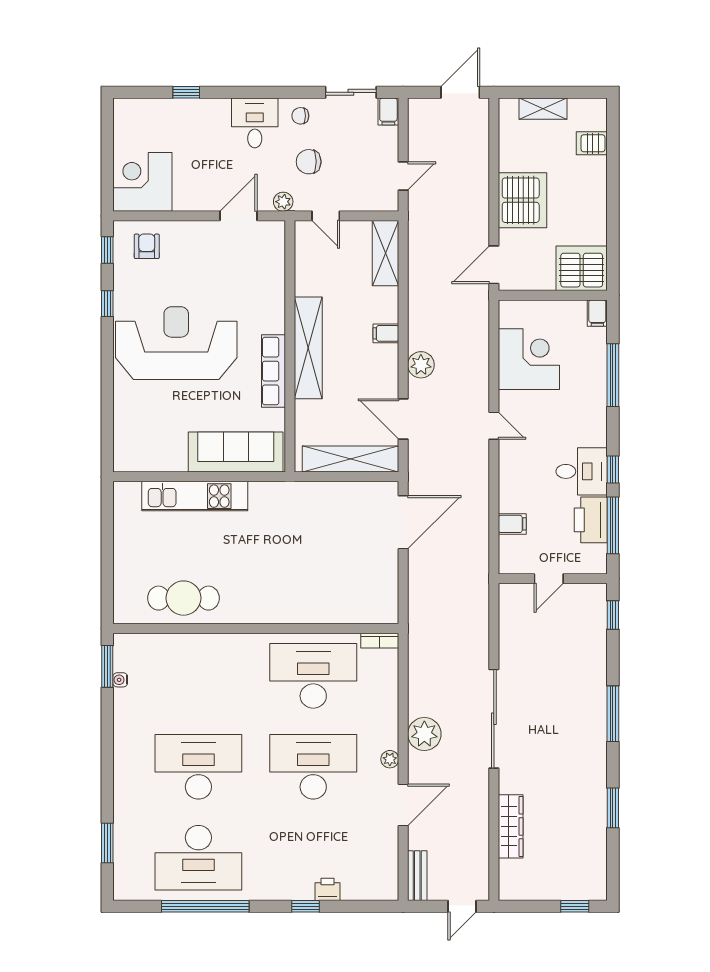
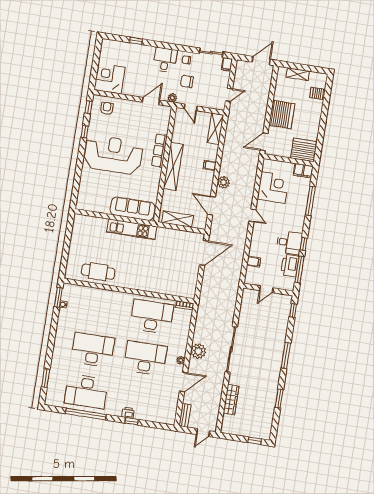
filing cabinet: (597, 313) -> (303, 171), width x2.00
row of seats: (273, 371) -> (159, 151), moved
shelving: (351, 459) -> (178, 219), width x0.68
kitchen unit: (195, 496) -> (132, 229), moved
printer: (328, 889) -> (128, 413), moved

